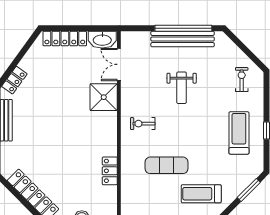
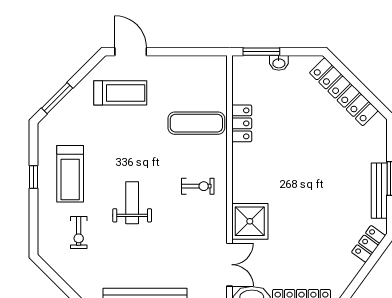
exercise bike: (242, 80) -> (79, 233), moved
weight bench: (182, 88) -> (132, 203), moved
exercise mat: (166, 165) -> (196, 123), moved

